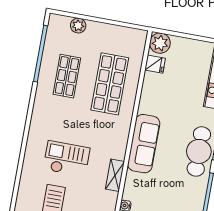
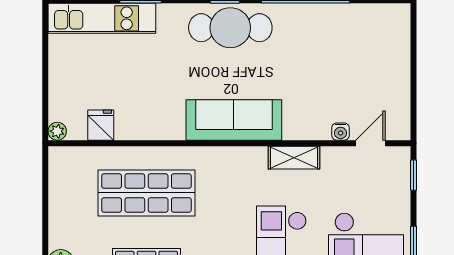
plant: (160, 43) -> (57, 131), width x0.53, depth x0.53

